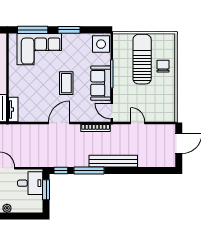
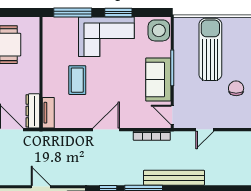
corner sofa: (39, 49) -> (106, 37), moved
chair: (163, 66) -> (236, 88), moved
coffee table: (66, 83) -> (77, 80), moved
door: (138, 123) -> (205, 130), swing flipped

